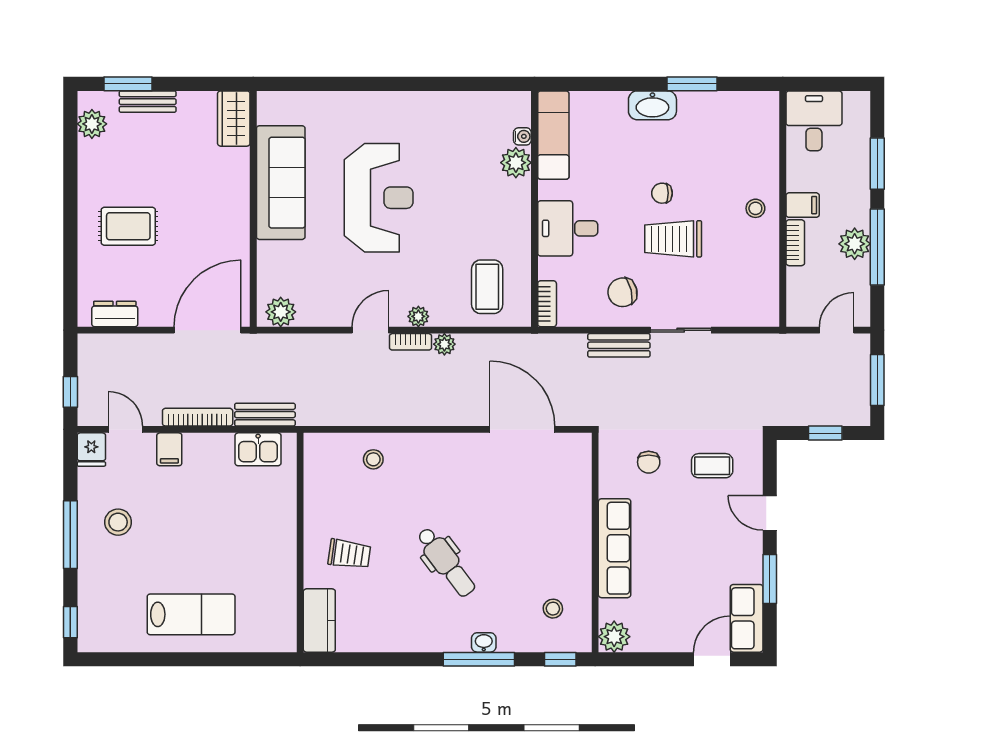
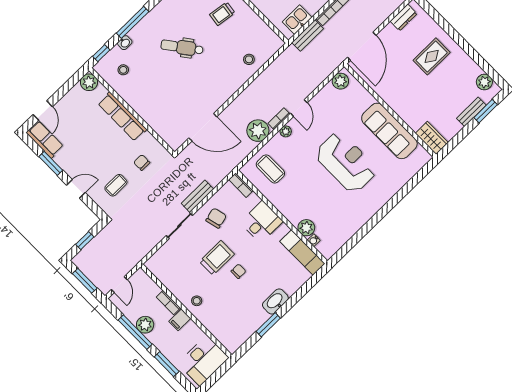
desk: (814, 121) -> (203, 361), width x1.37
reception desk: (379, 198) -> (346, 162), turned 180
plant: (444, 344) -> (258, 131), width x1.88, depth x1.88
washbasin: (484, 642) -> (125, 43), moved

